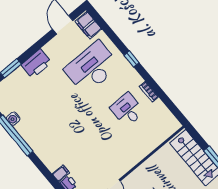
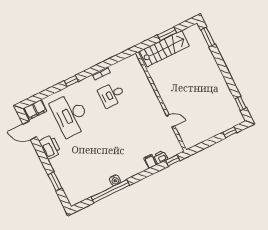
printer: (36, 64) -> (50, 147), moved
water cooler: (13, 119) -> (115, 180), moved

